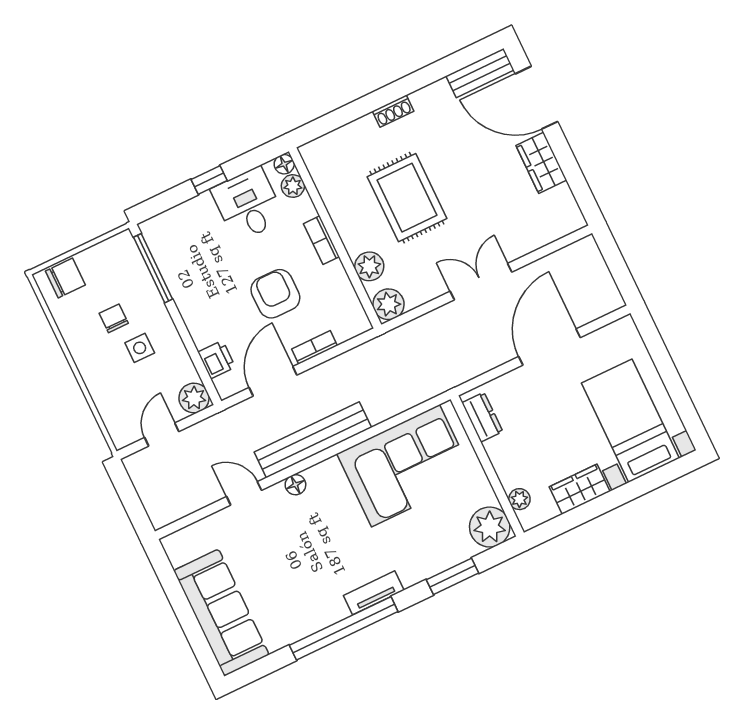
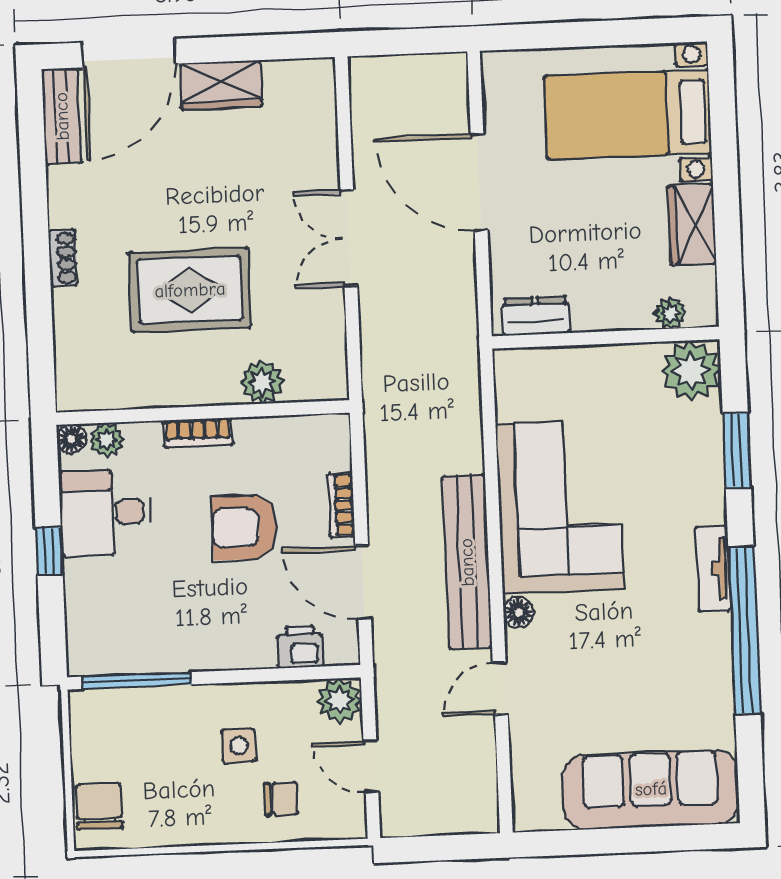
plant: (389, 304) -> (325, 378), removed
chair: (114, 318) -> (281, 799), moved, turned 180
corner sofa: (406, 466) -> (560, 507), moved

